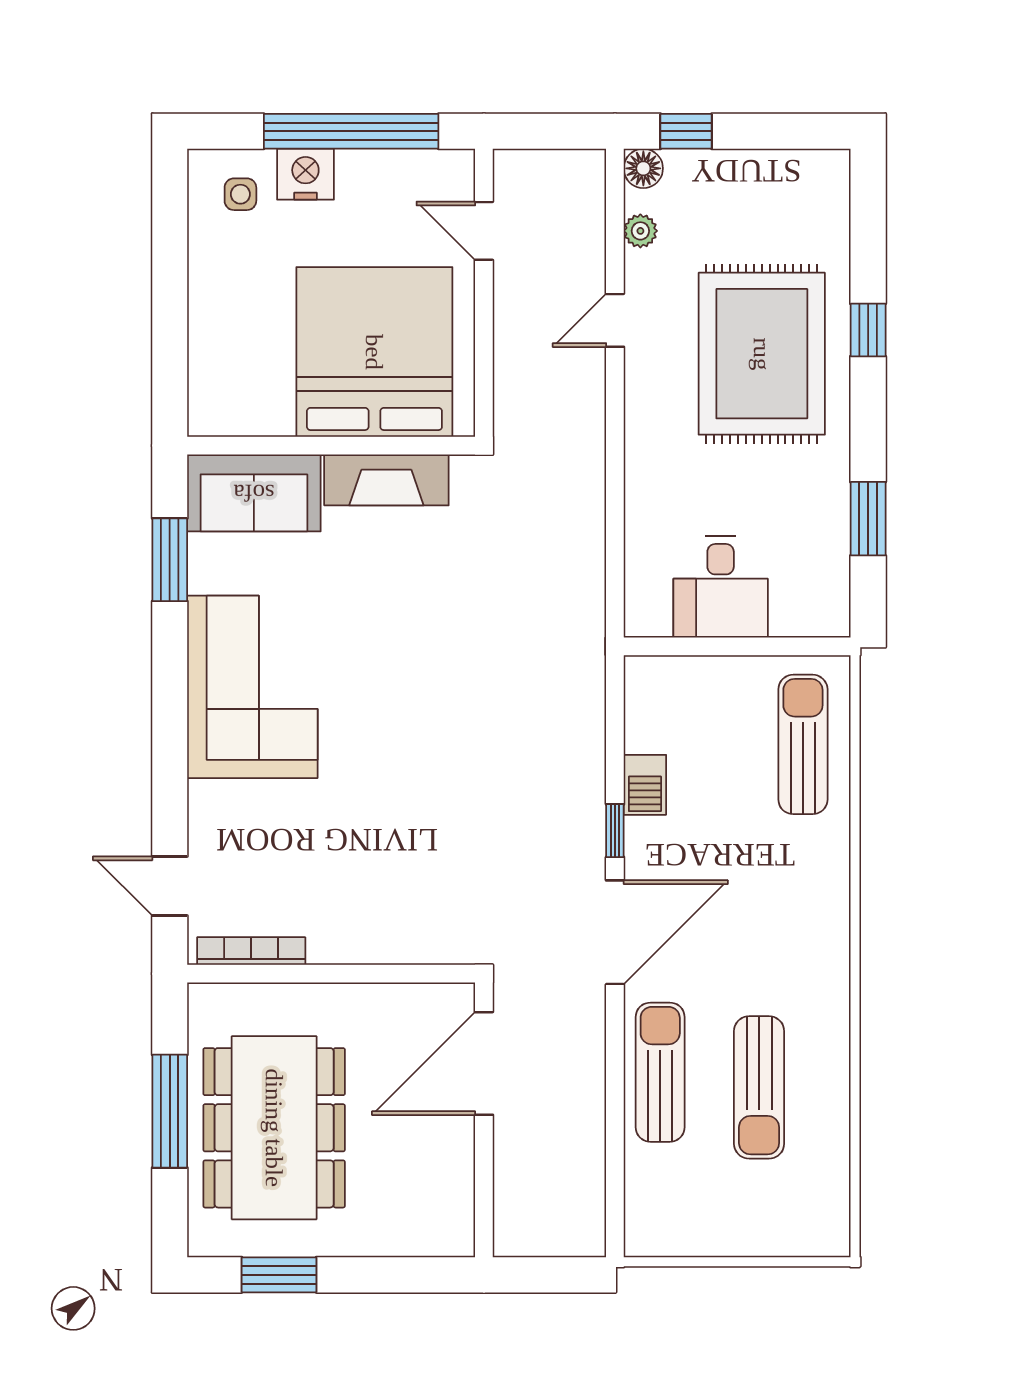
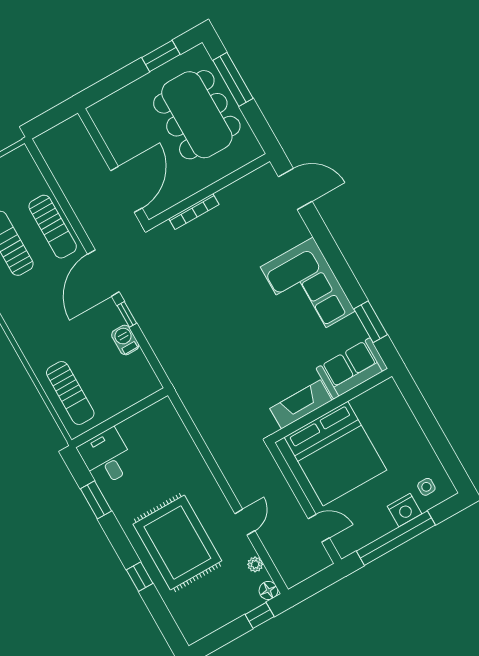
desk: (721, 587) -> (107, 457), moved
door: (170, 886) -> (295, 189), width x1.38
bookcase: (251, 951) -> (194, 212), moved
window: (170, 1111) -> (233, 79), moved

